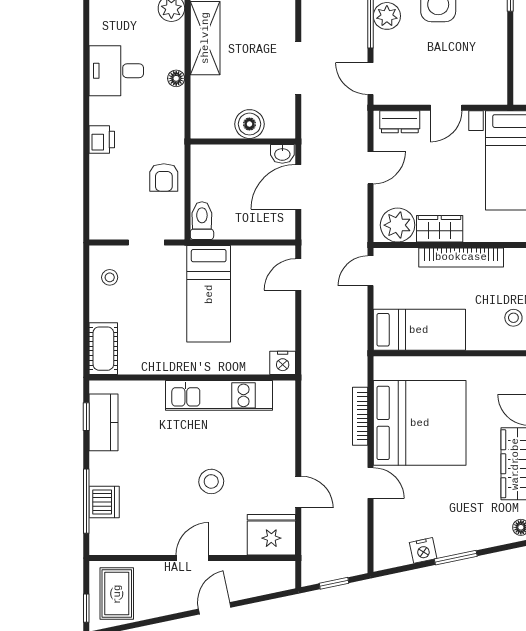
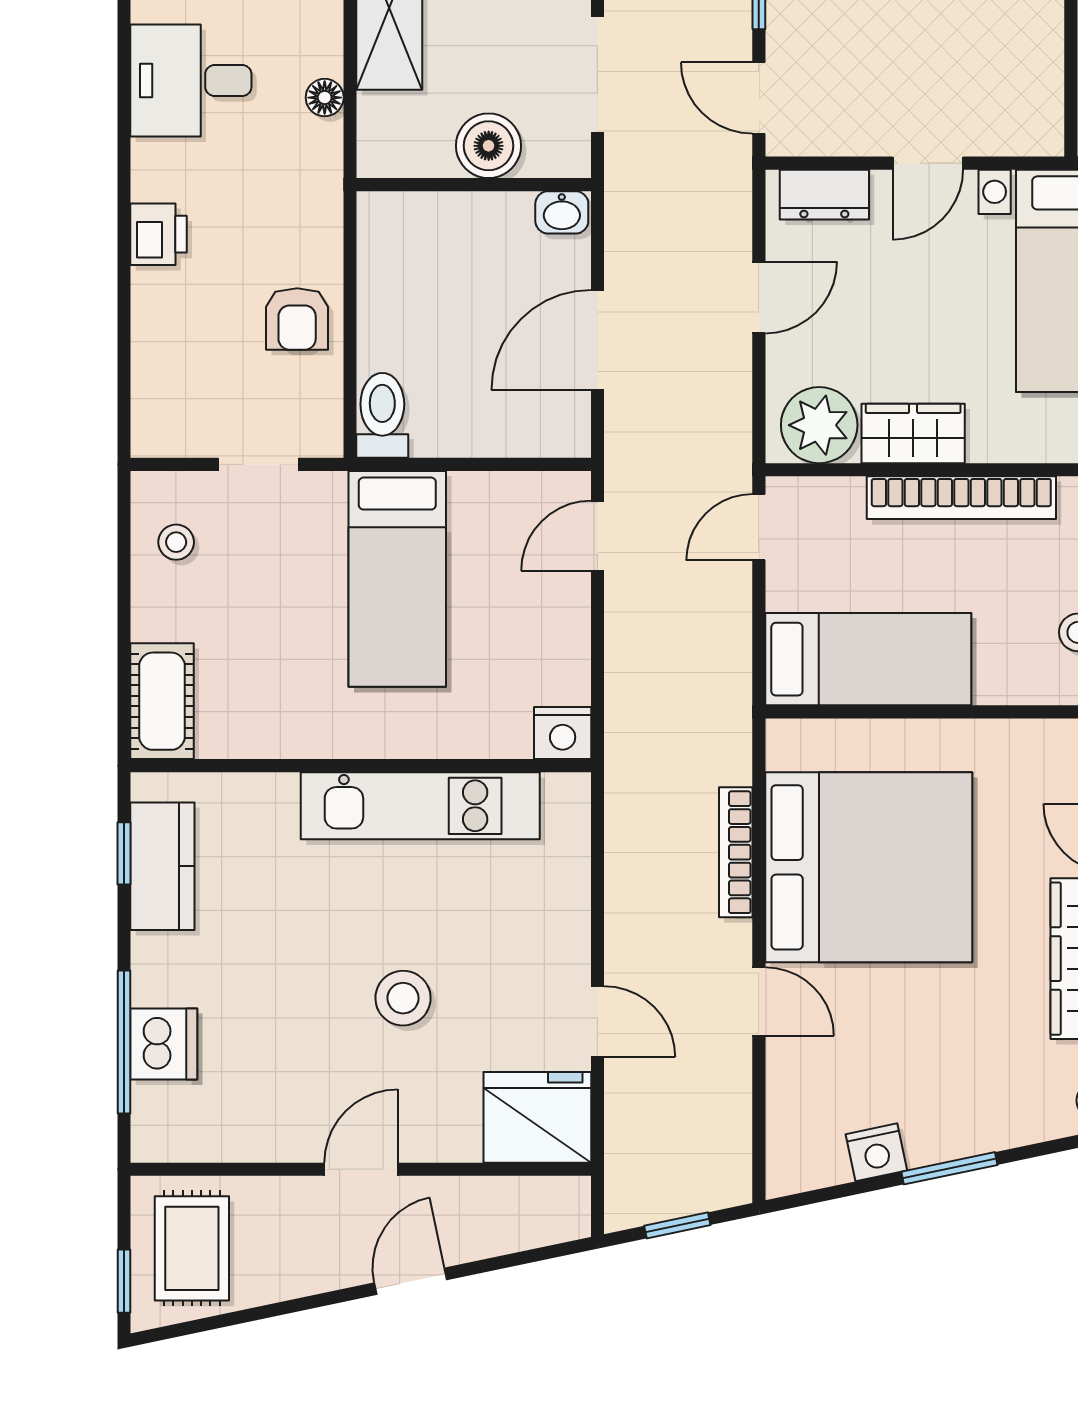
boiler: (249, 124) -> (489, 146), moved
wall: (243, 141) -> (474, 185), moved
washbasin: (282, 154) -> (562, 212), moved

